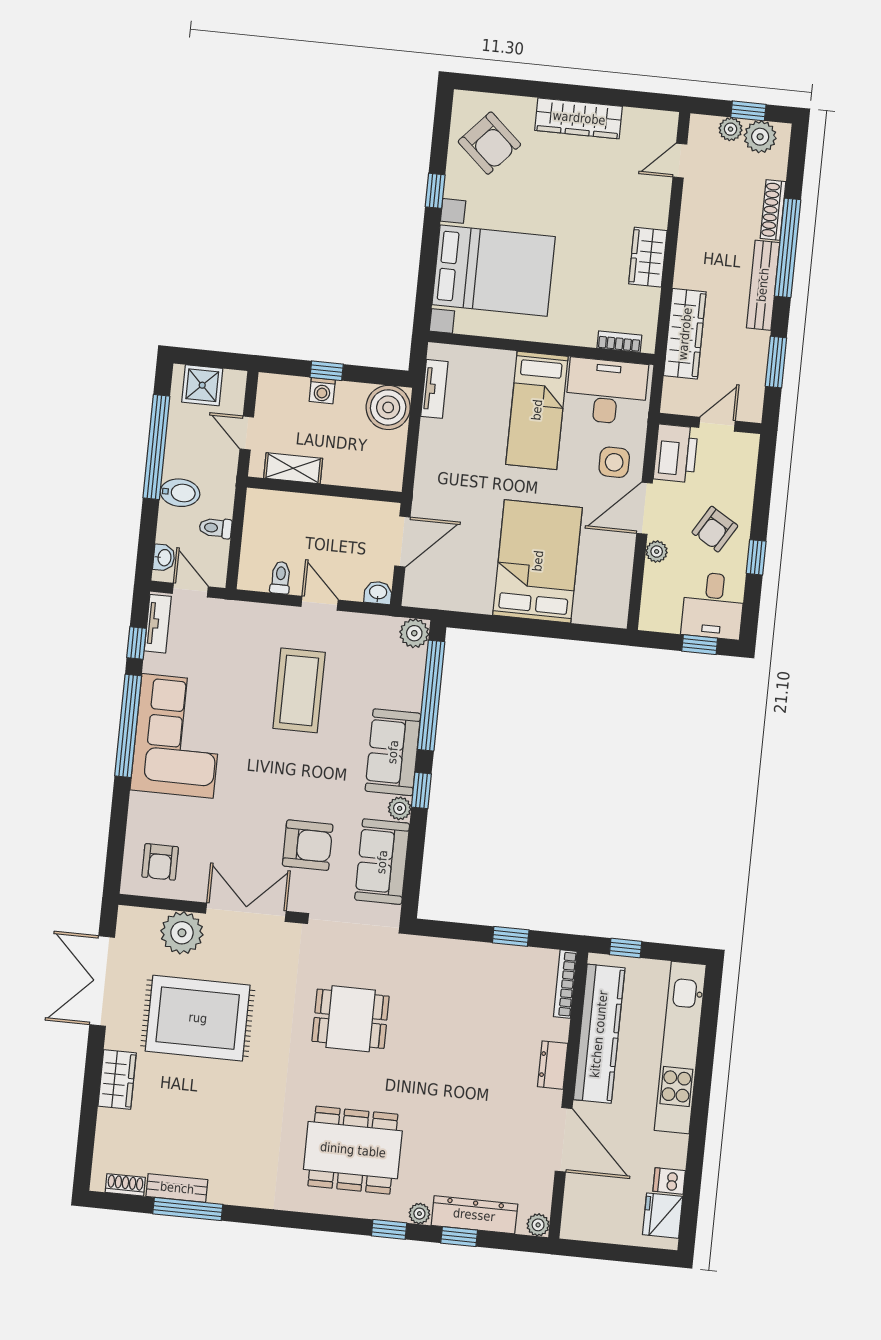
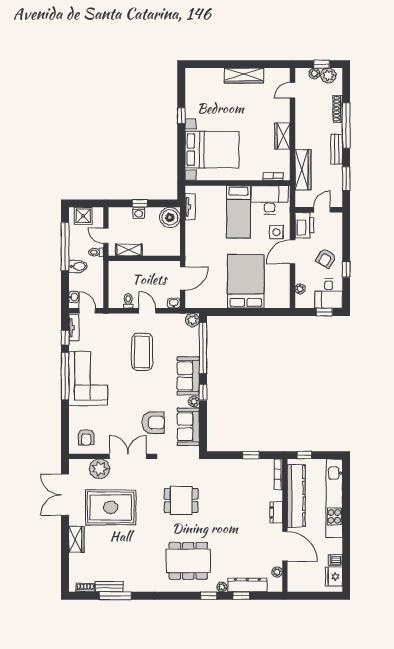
armchair: (489, 143) -> (204, 91), removed
bench: (763, 285) -> (337, 149), width x0.73
toilet: (215, 528) -> (96, 252), moved
plant: (657, 552) -> (300, 289), moved
plant: (538, 1225) -> (277, 572), moved

